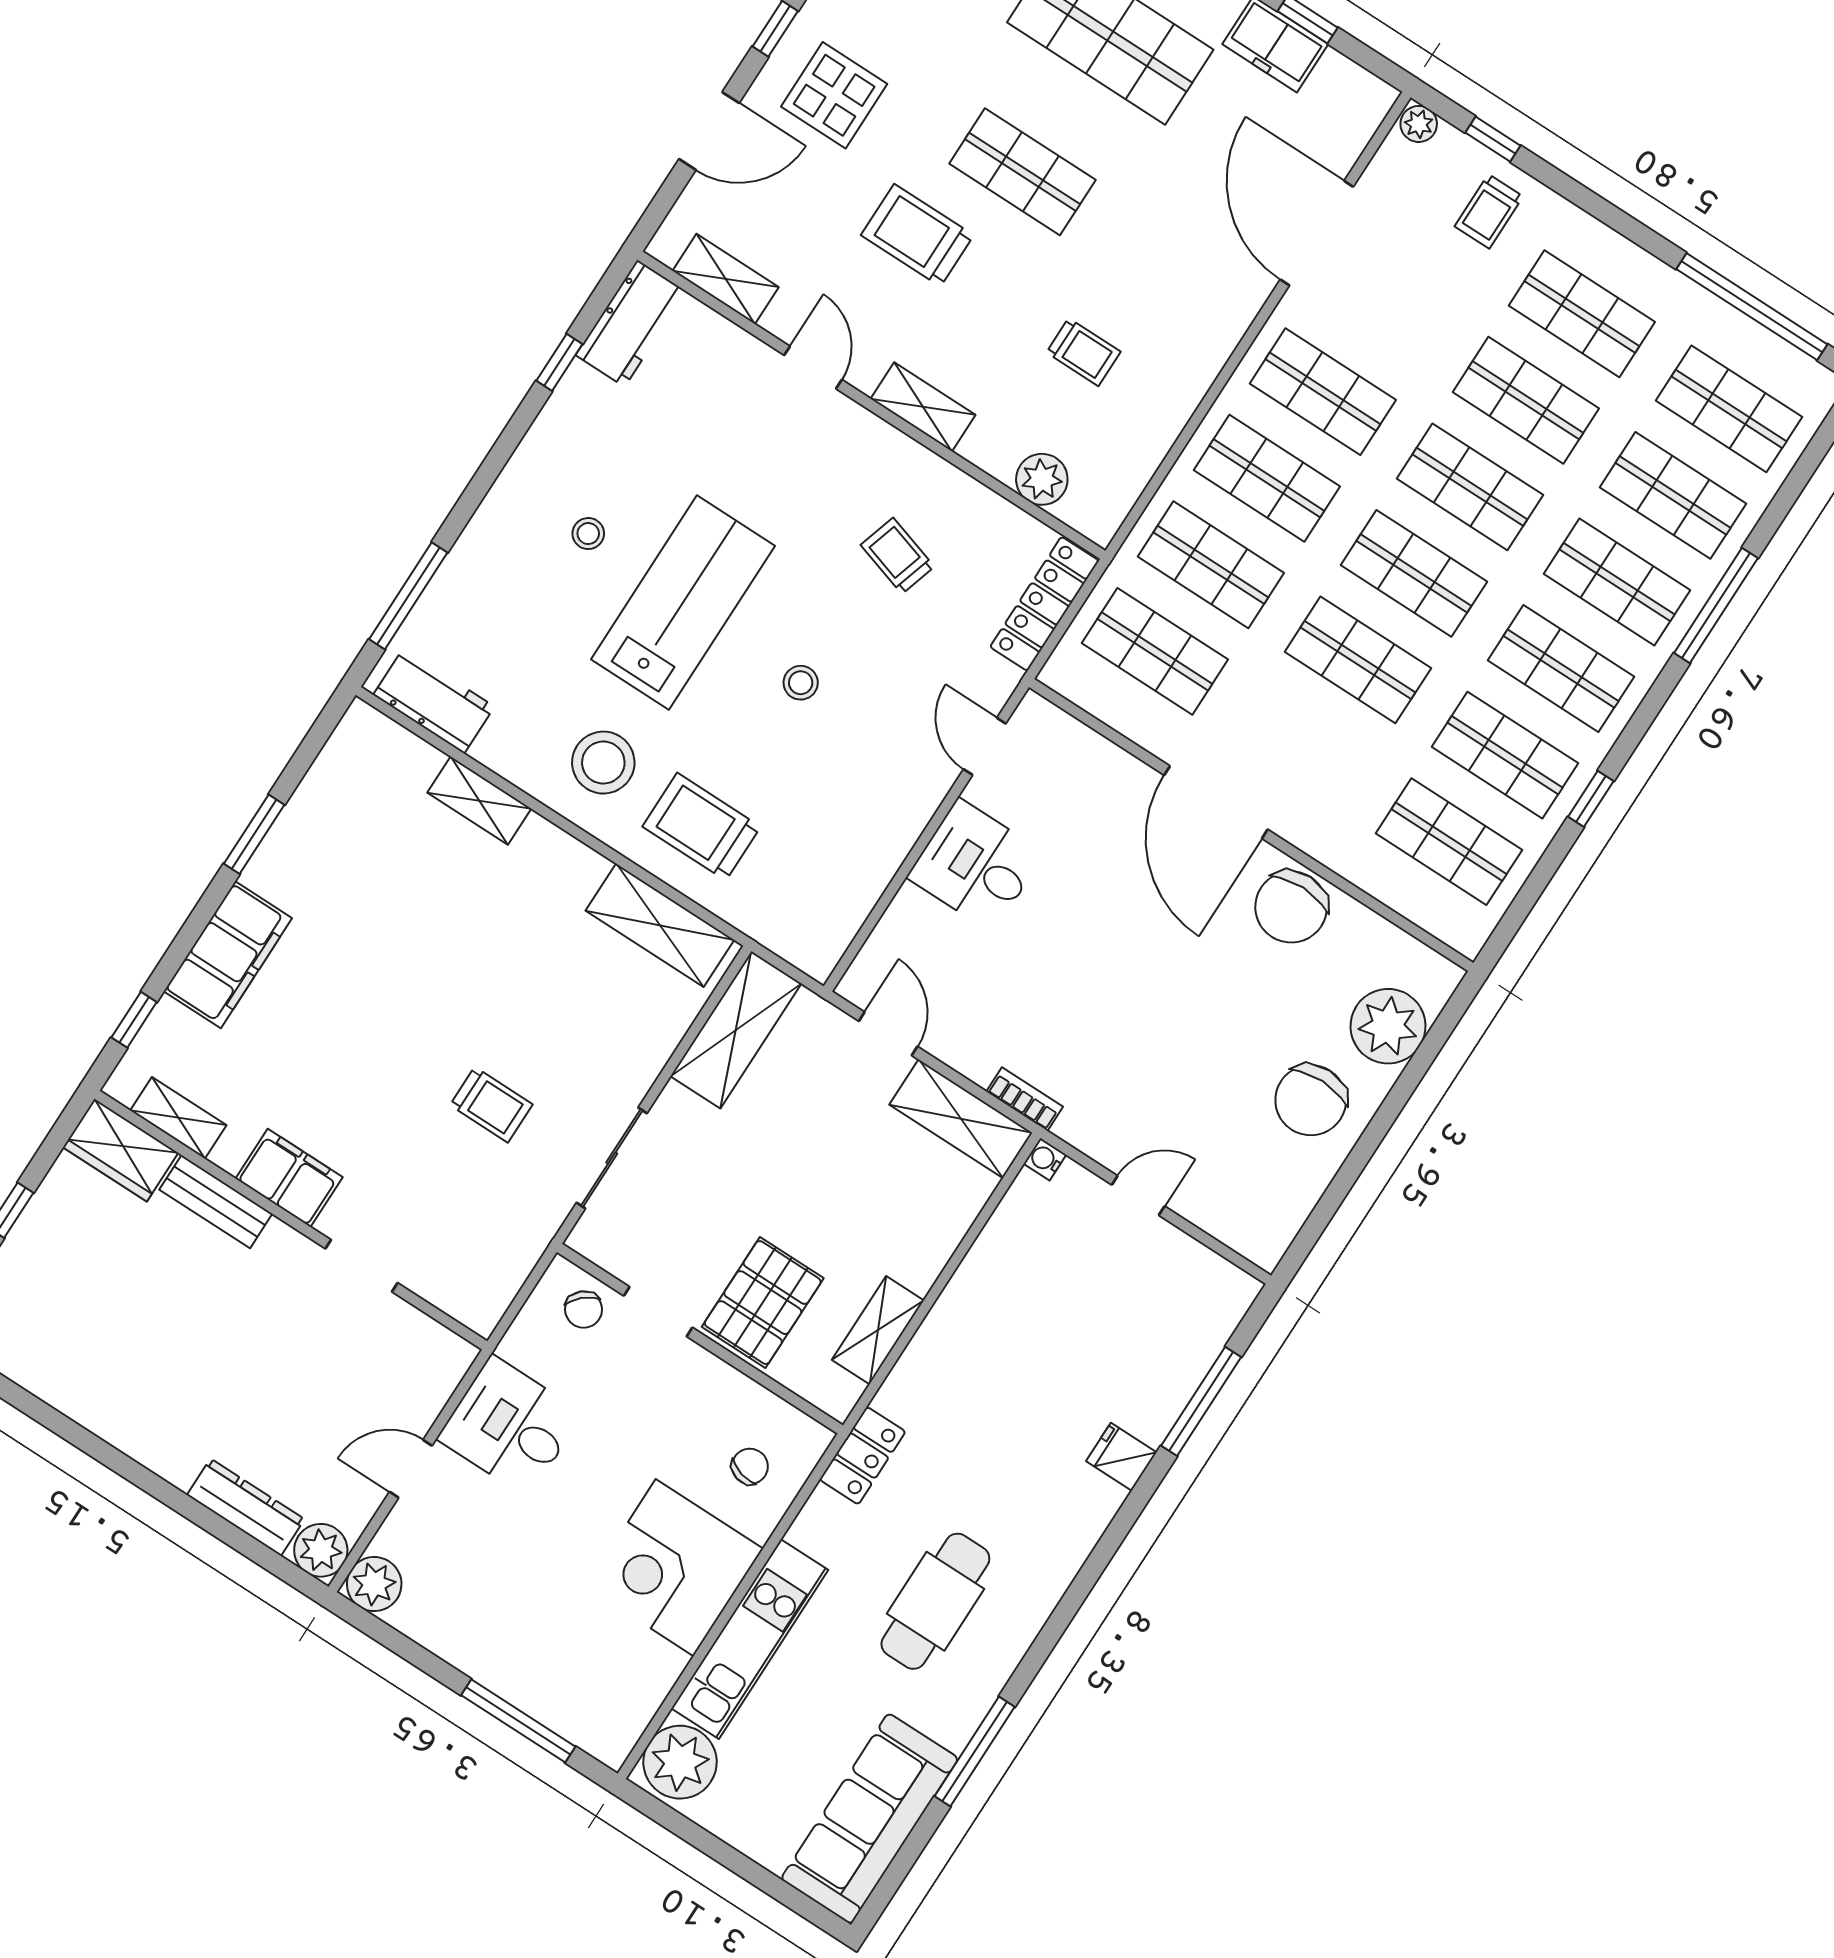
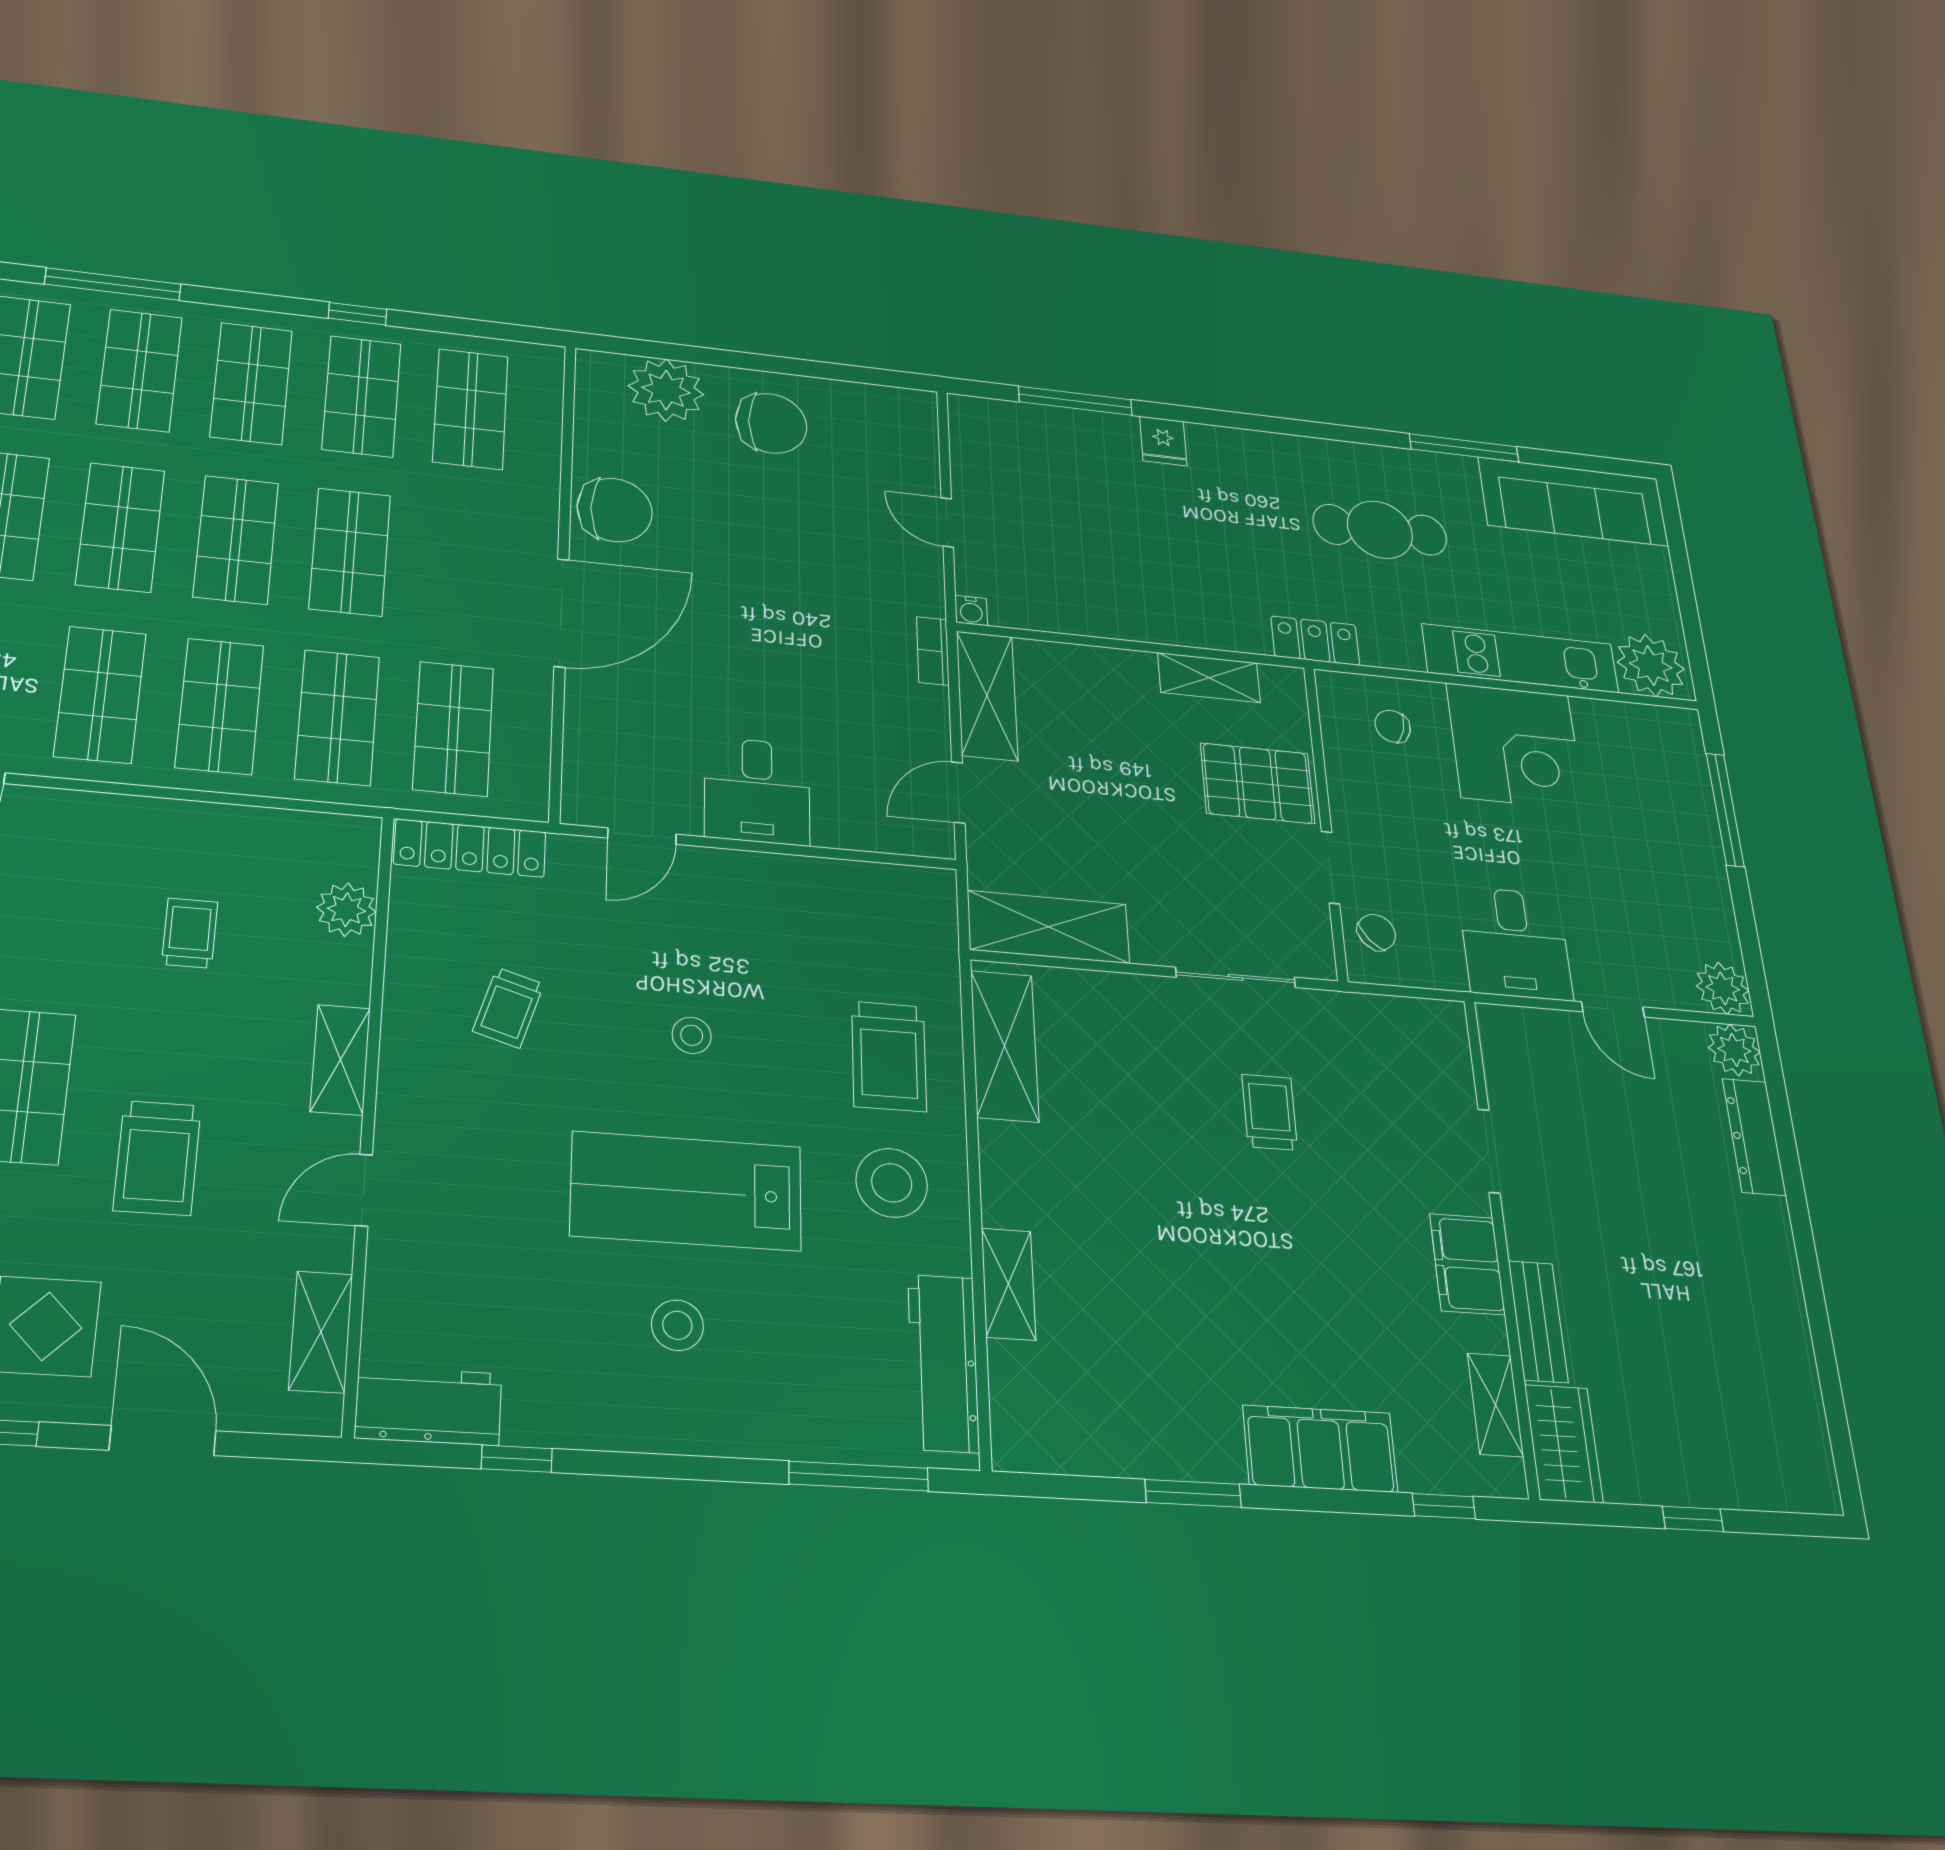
stool: (588, 534) -> (677, 1325), width x1.37, depth x1.37
workbench: (434, 701) -> (943, 1363), width x1.38

